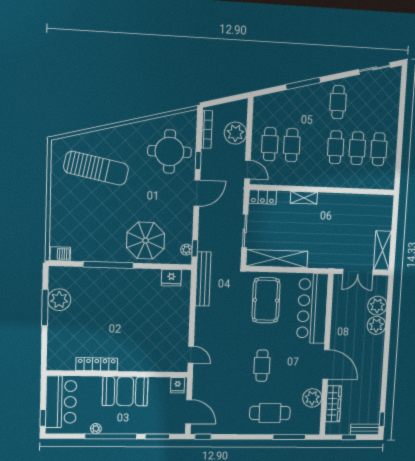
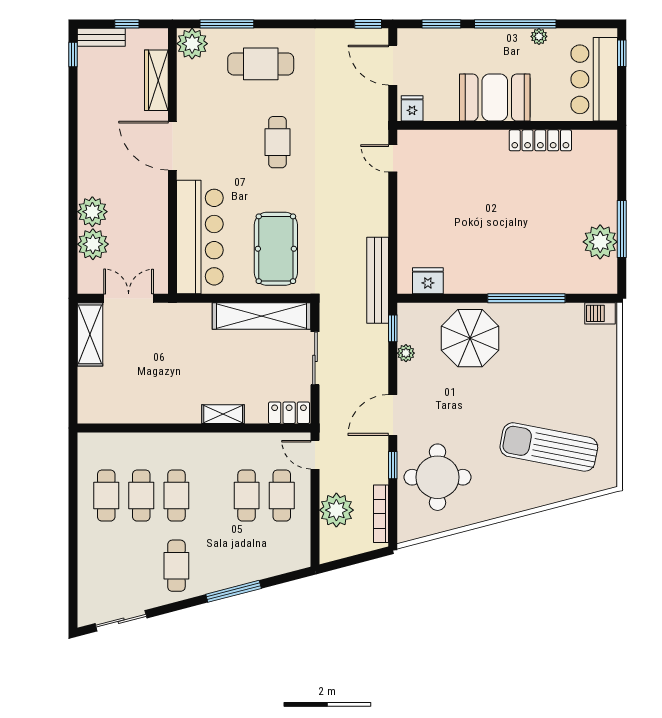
plant: (186, 250) -> (406, 353), moved
plant: (312, 398) -> (192, 44), moved

